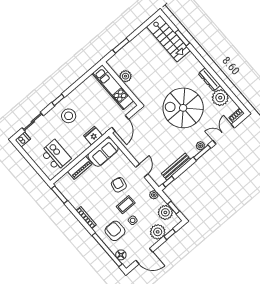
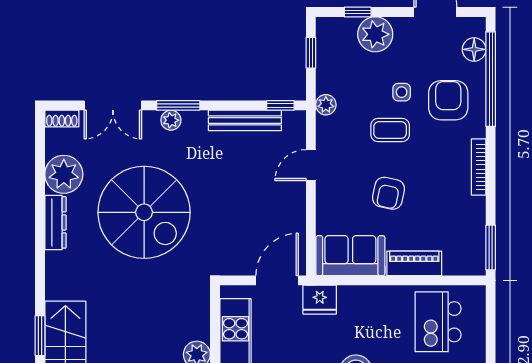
fridge: (93, 136) -> (320, 300), moved
armchair: (119, 185) -> (388, 193), moved
plant: (165, 212) -> (333, 57), removed
armchair: (115, 231) -> (448, 100), turned 180

